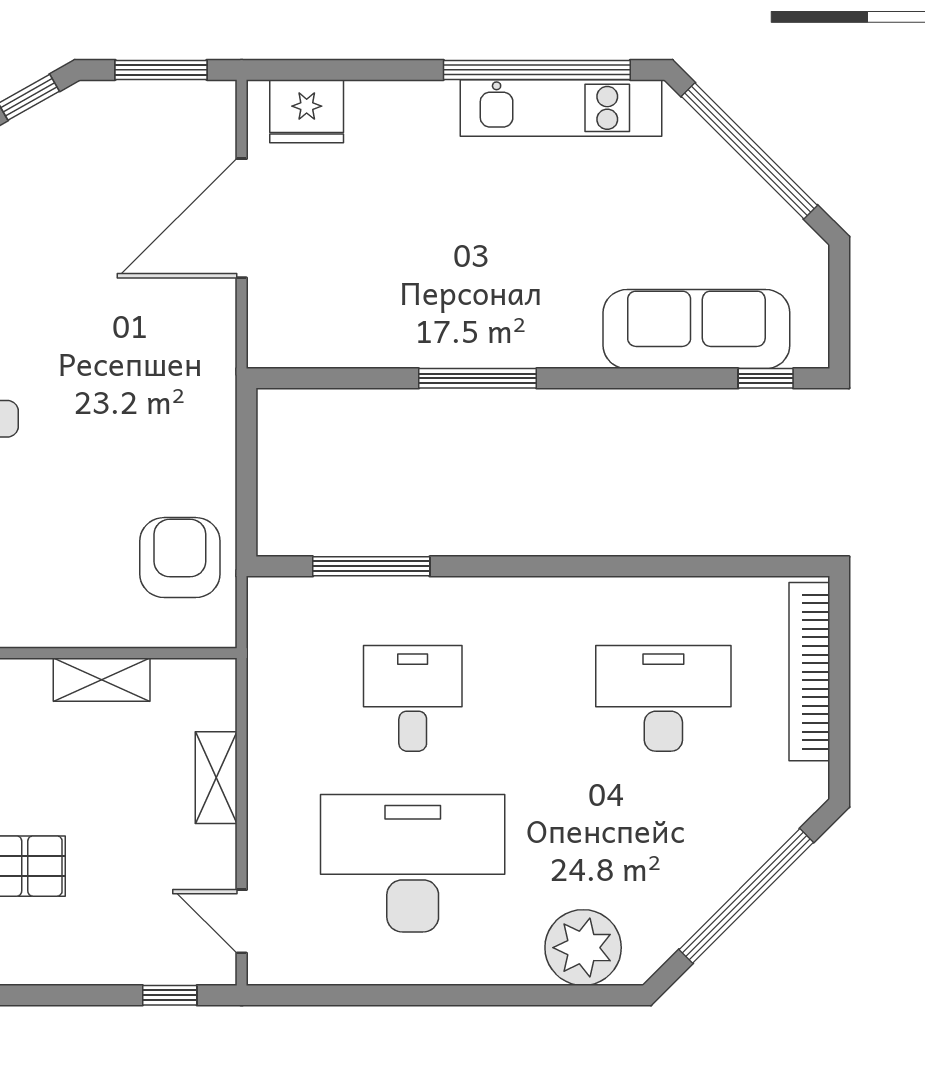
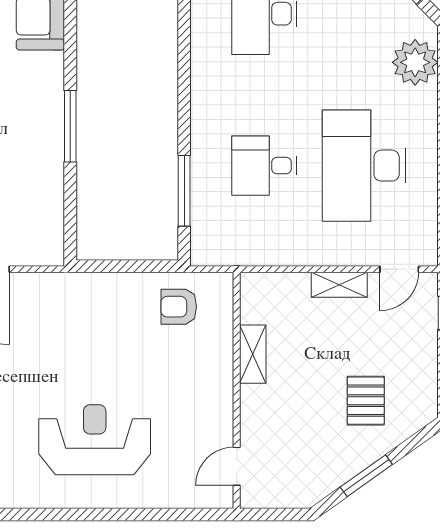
armchair: (180, 558) -> (179, 307), width x0.72, depth x0.72
shelving: (216, 778) -> (339, 285), moved

